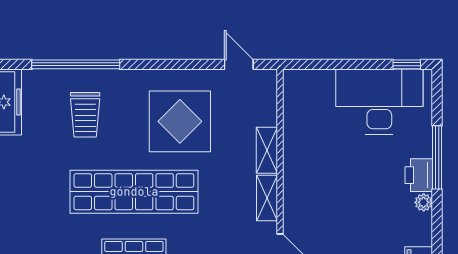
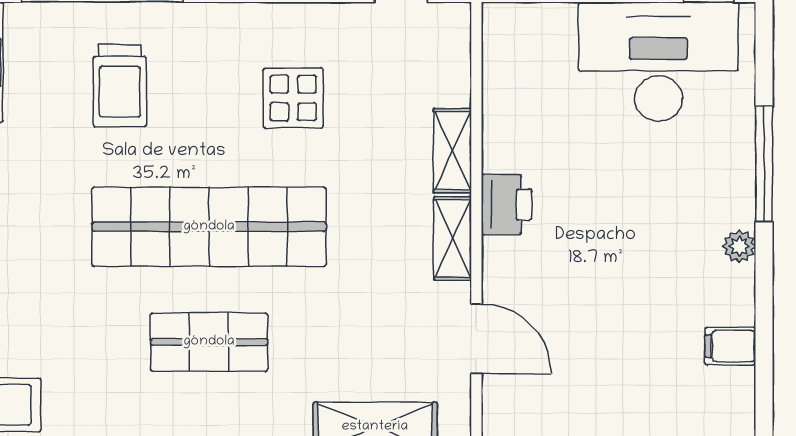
display table: (180, 121) -> (293, 98), width x0.54, depth x0.54
printer: (419, 175) -> (506, 205), moved, turned 180

